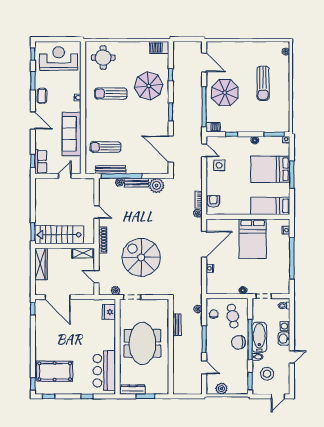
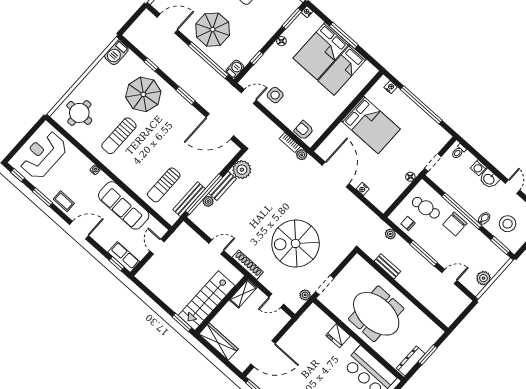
bed: (270, 206) -> (342, 70), moved
fridge: (109, 312) -> (338, 336), moved
bathtub: (259, 337) -> (467, 201), removed

